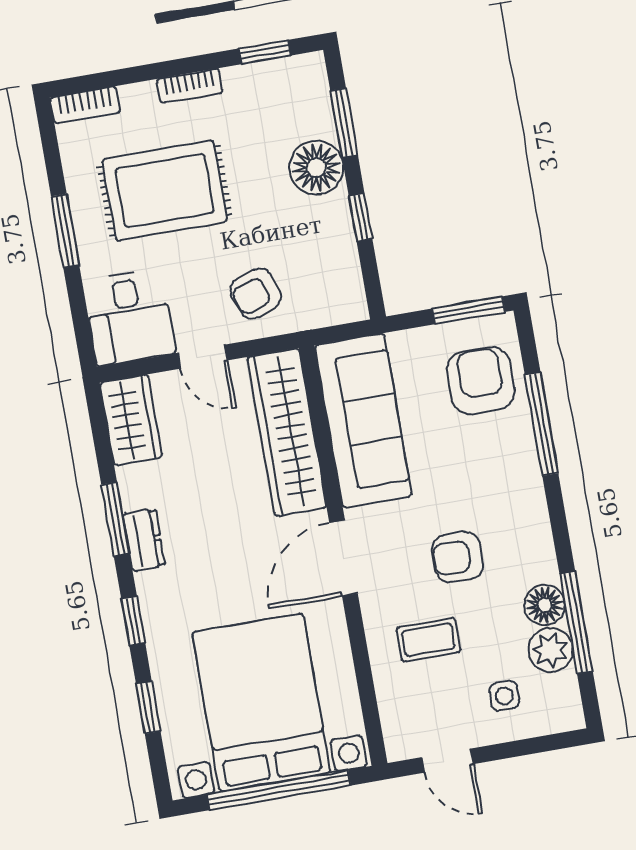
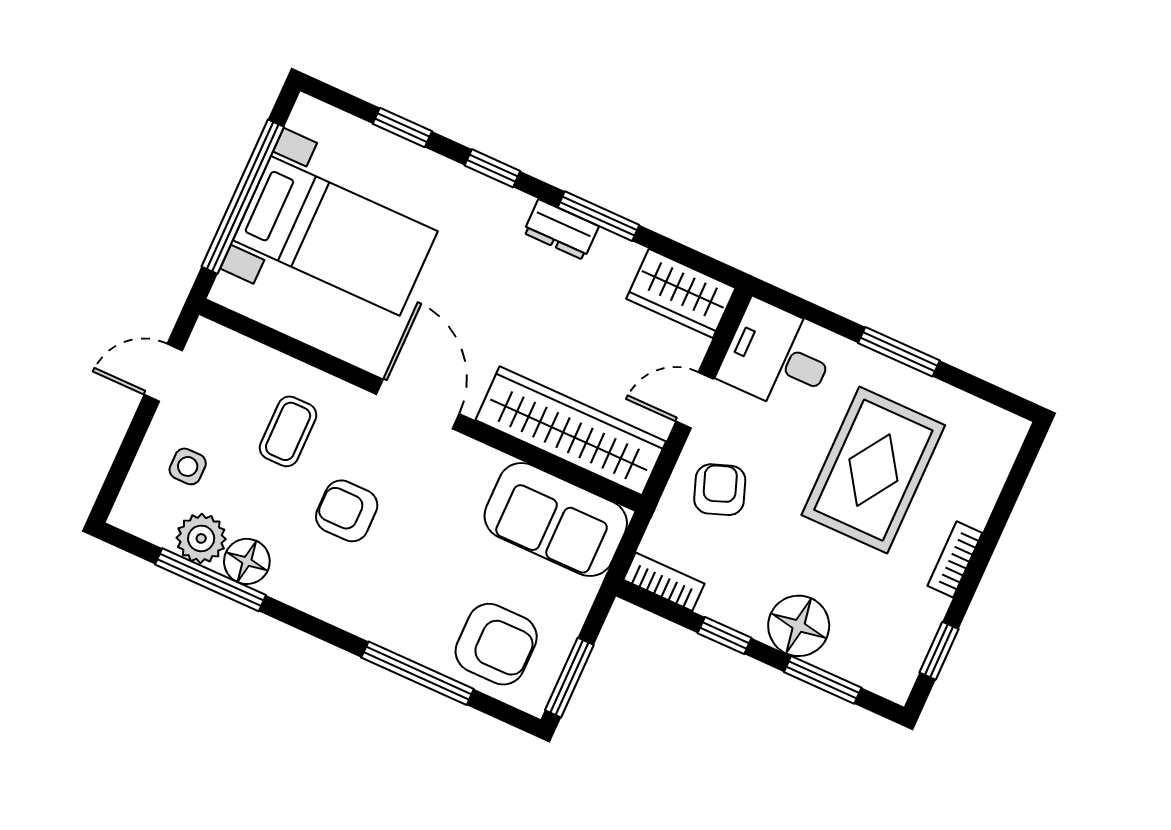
bookcase: (85, 105) -> (664, 582), moved, turned 90
sofa: (363, 421) -> (556, 519), width x0.73
armchair: (458, 557) -> (347, 511), turned -90
bed with nightstands: (261, 703) -> (335, 236), width x0.73

